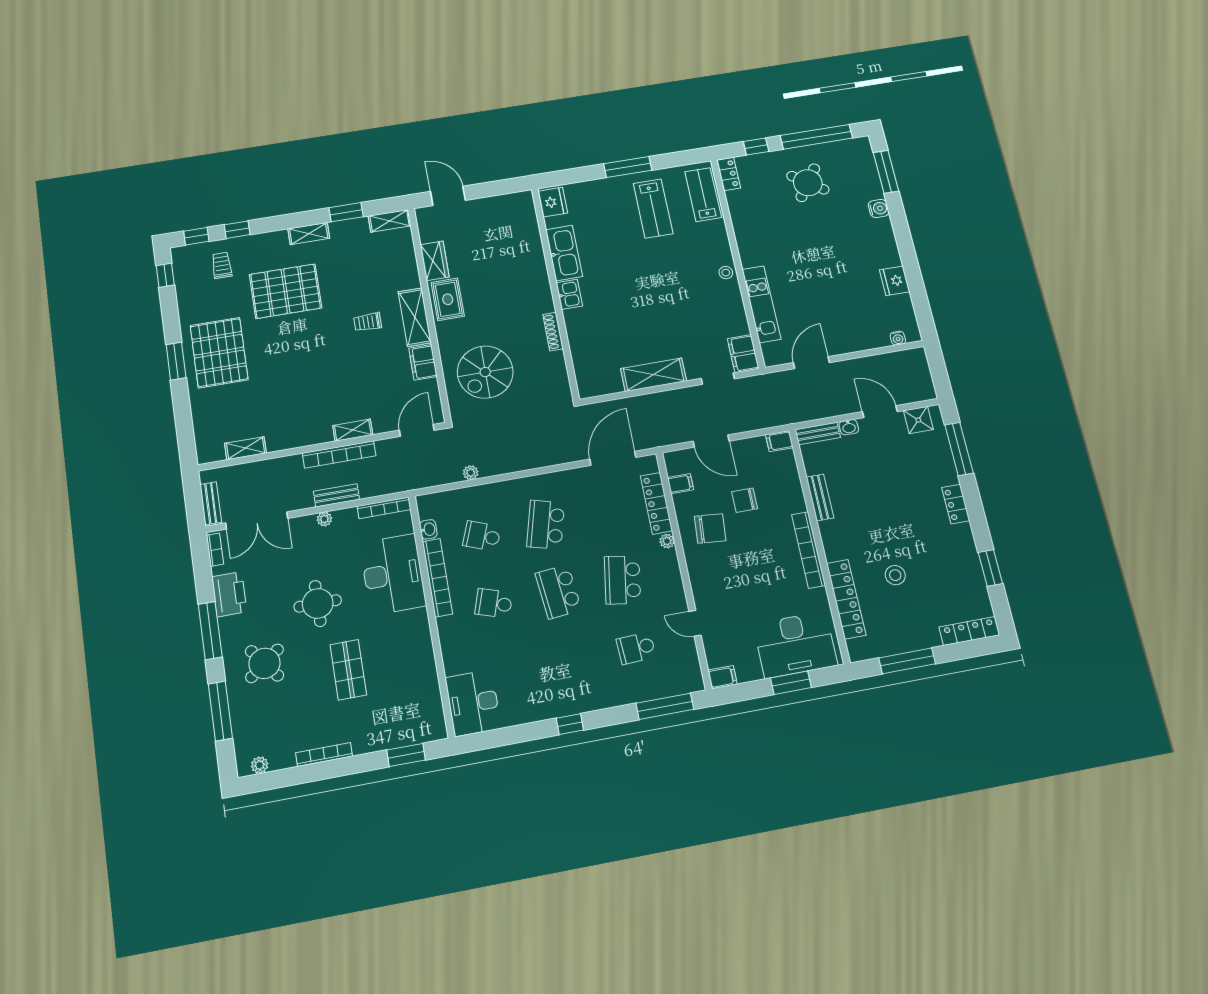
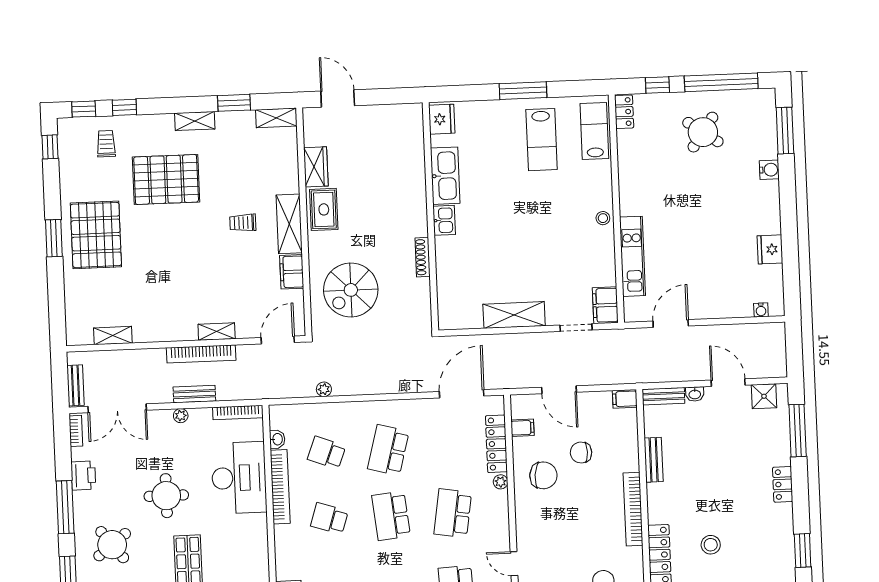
printer: (229, 594) -> (83, 476), width x0.73, depth x0.84

